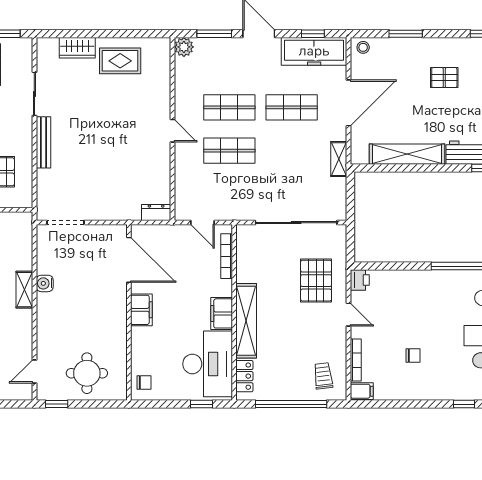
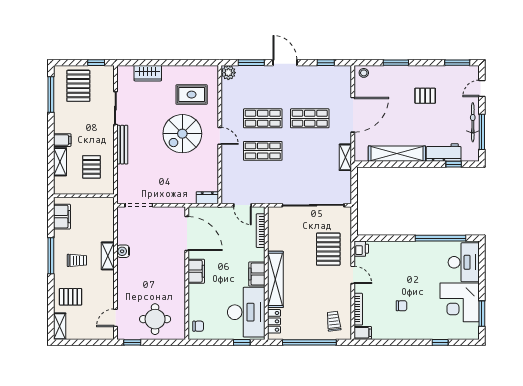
freezer: (314, 51) -> (327, 76), removed
rug: (120, 61) -> (192, 95), moved
spiral stairs: (123, 128) -> (182, 134), added

